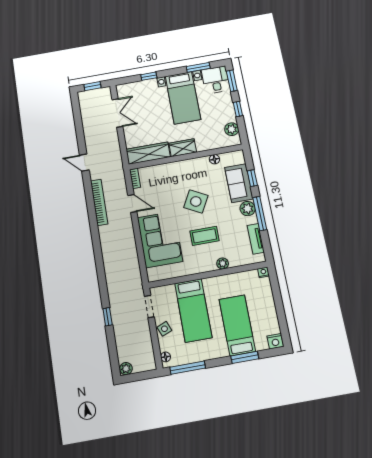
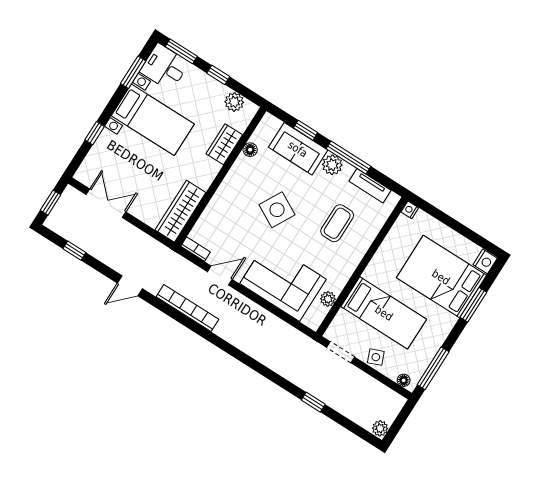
window: (78, 119) -> (74, 251), added
wardrobe: (183, 148) -> (224, 144), moved
coffee table: (205, 236) -> (337, 223), moved
plant: (223, 263) -> (328, 299), moved
bed: (237, 325) -> (441, 277), width x1.50

